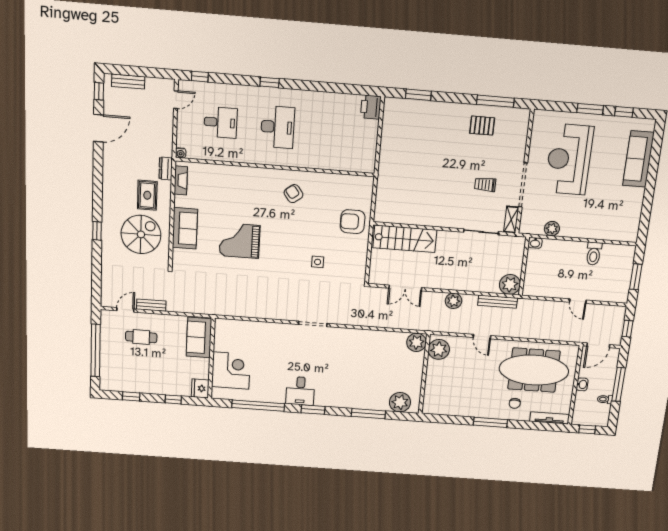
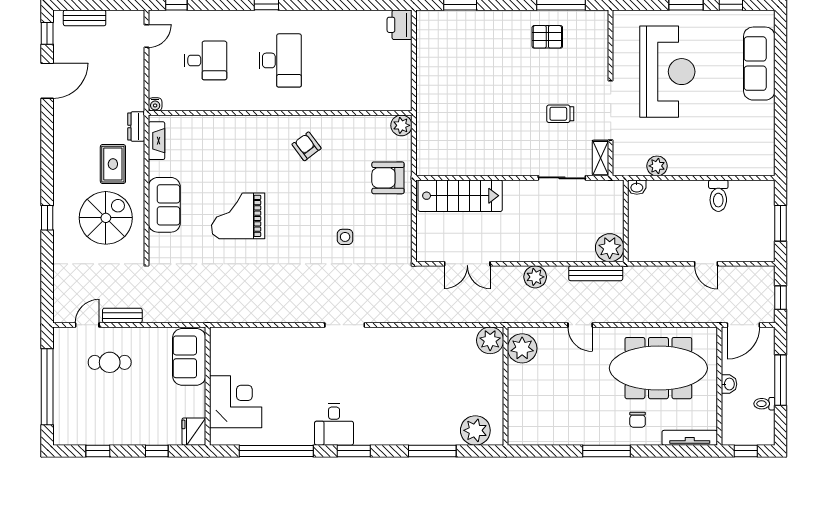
reception desk: (569, 159) -> (667, 72), turned 180
plant: (366, 184) -> (401, 125), added

